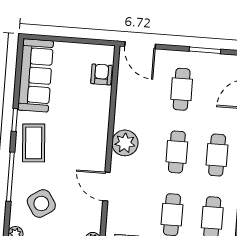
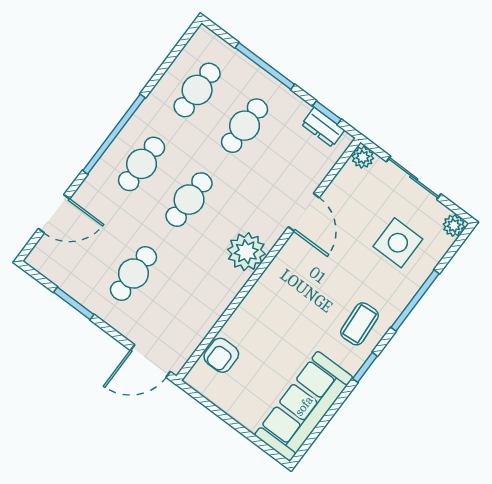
door: (140, 45) -> (150, 361), swing flipped
coffee table: (34, 143) -> (359, 324), width x0.73, depth x0.77
side table: (41, 203) -> (398, 243), turned 33

